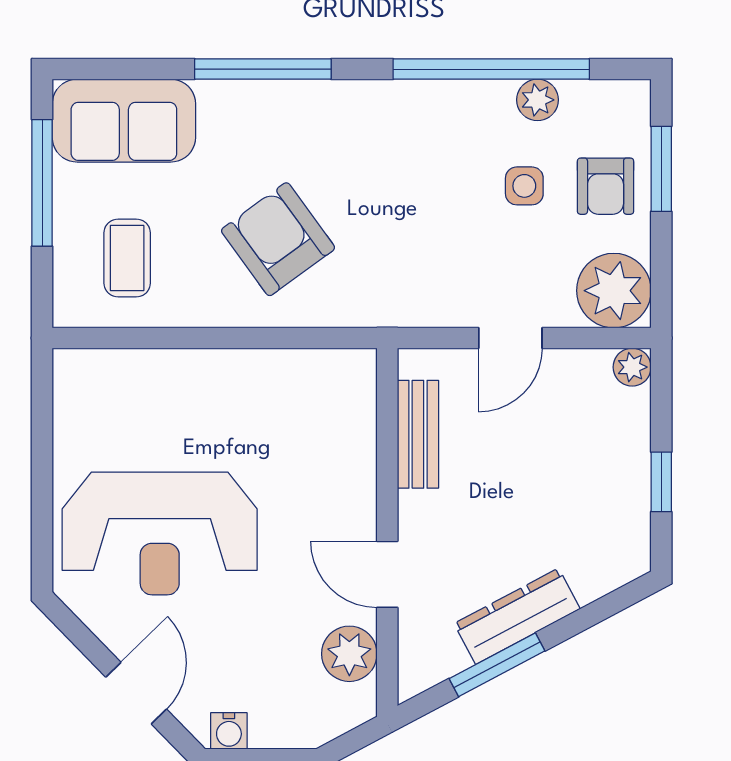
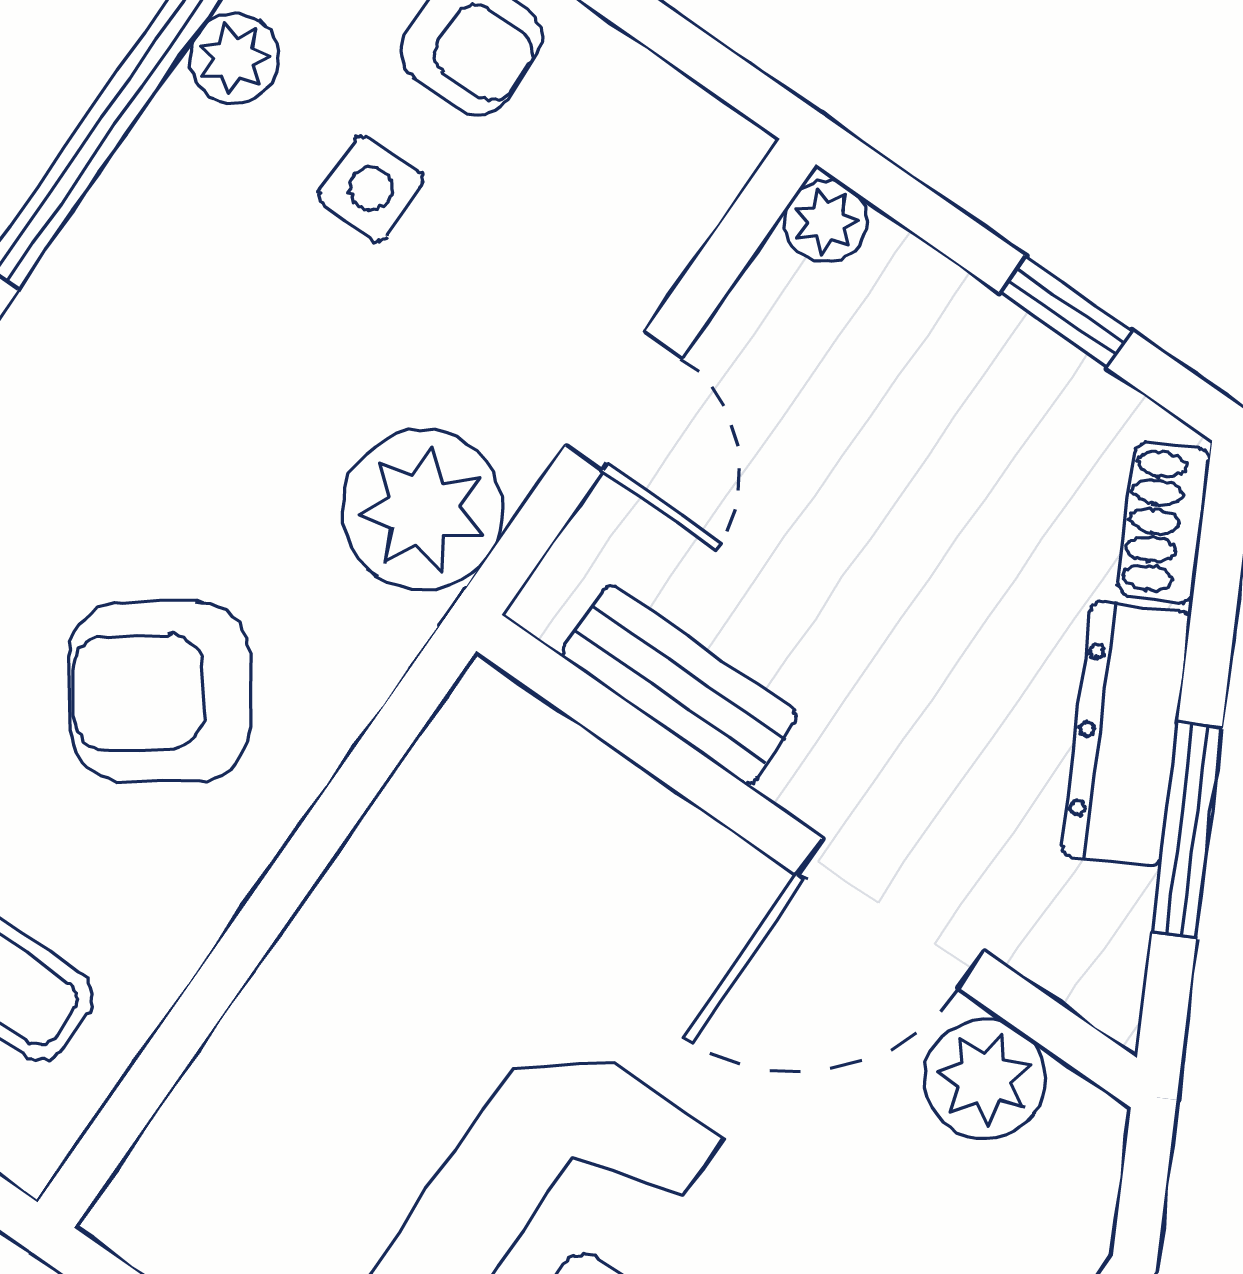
plant: (614, 291) -> (423, 510), moved
door: (387, 574) -> (891, 913), width x1.38
shoe rack: (608, 575) -> (1164, 522), added

